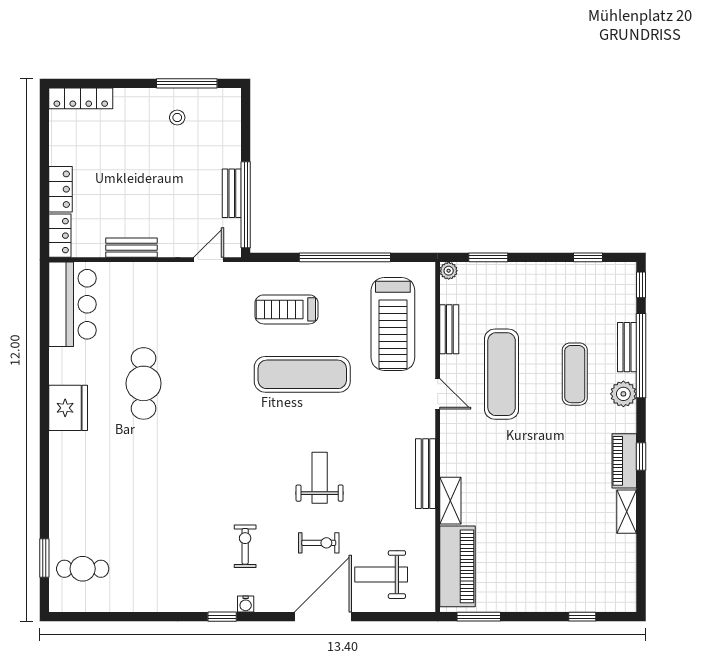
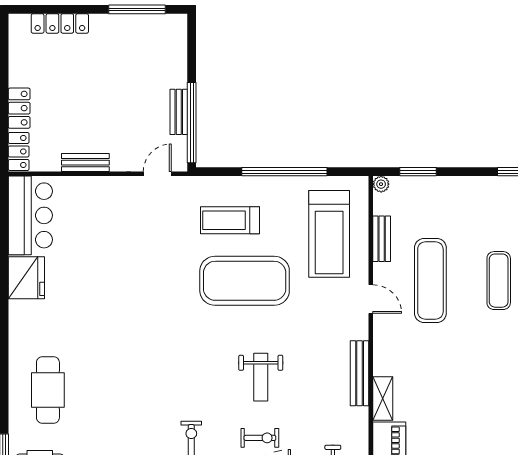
locker: (81, 98) -> (60, 23), moved
stool: (177, 118) -> (128, 41), removed
exercise mat: (302, 374) -> (245, 281), width x1.47
cafe table: (144, 383) -> (48, 390), moved
fridge: (68, 408) -> (26, 278), moved
weight bench: (320, 478) -> (261, 377), turned 180

